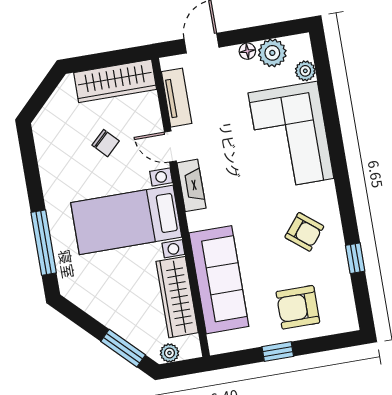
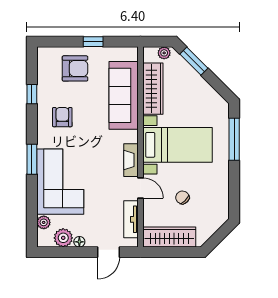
window: (339, 162) -> (32, 159), added
armchair: (304, 232) -> (62, 117), turned 51

